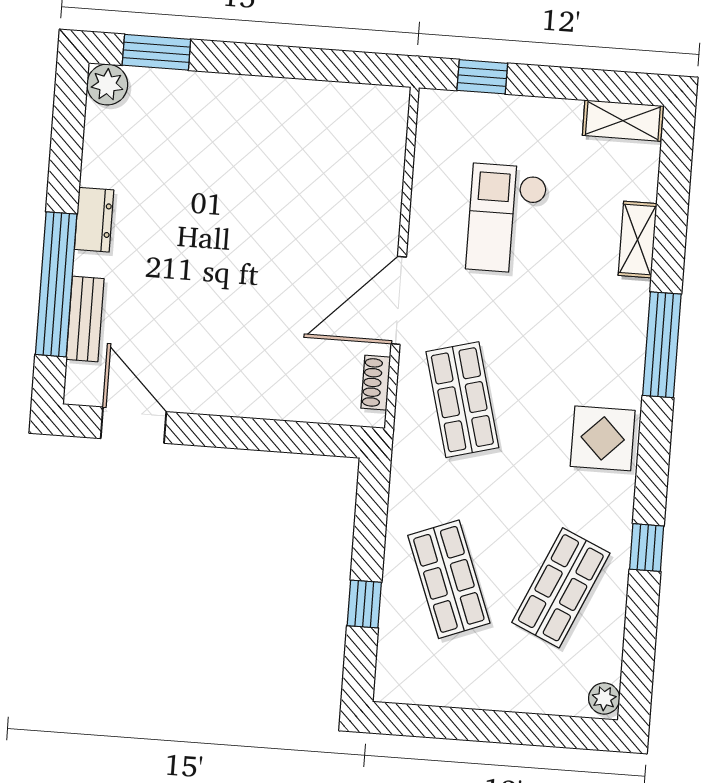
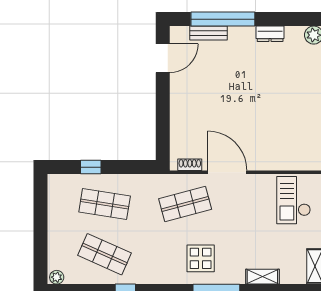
checkout: (507, 219) -> (294, 200), moved, turned -90
dresser: (94, 220) -> (270, 34), moved
display table: (603, 438) -> (201, 258), moved
shop shelf: (449, 579) -> (105, 204), turned 30

